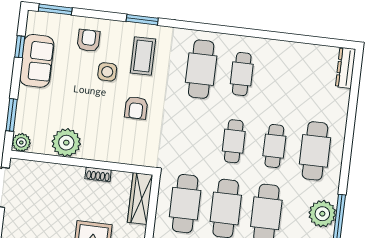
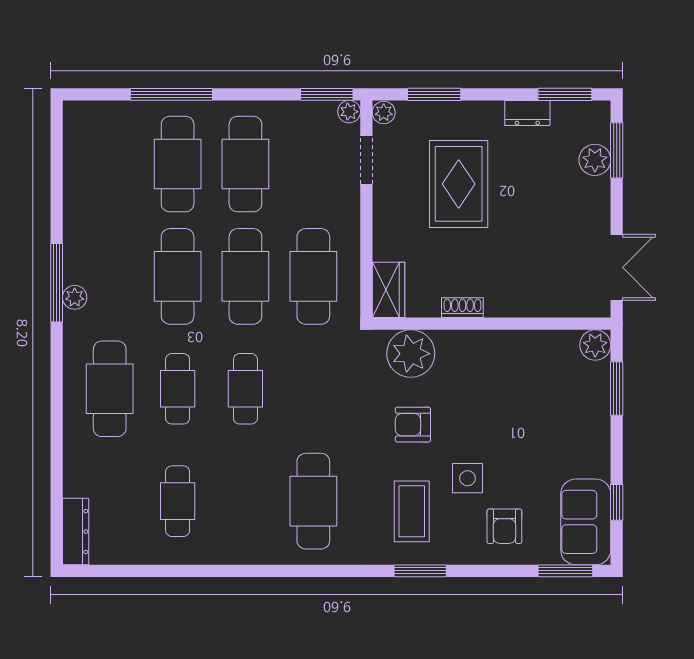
sofa: (37, 61) -> (586, 522), moved
cafe table: (242, 74) -> (178, 501), moved
armchair: (136, 108) -> (413, 425), turned -90
plant: (66, 143) -> (411, 354), moved
wardrobe: (140, 198) -> (388, 290), width x0.67
plant: (322, 214) -> (75, 297), width x0.53, depth x0.53

